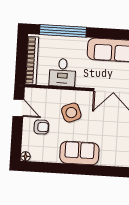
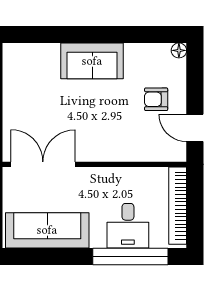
desk: (62, 72) -> (128, 226), moved, turned 180
side table: (71, 113) -> (109, 125), removed

